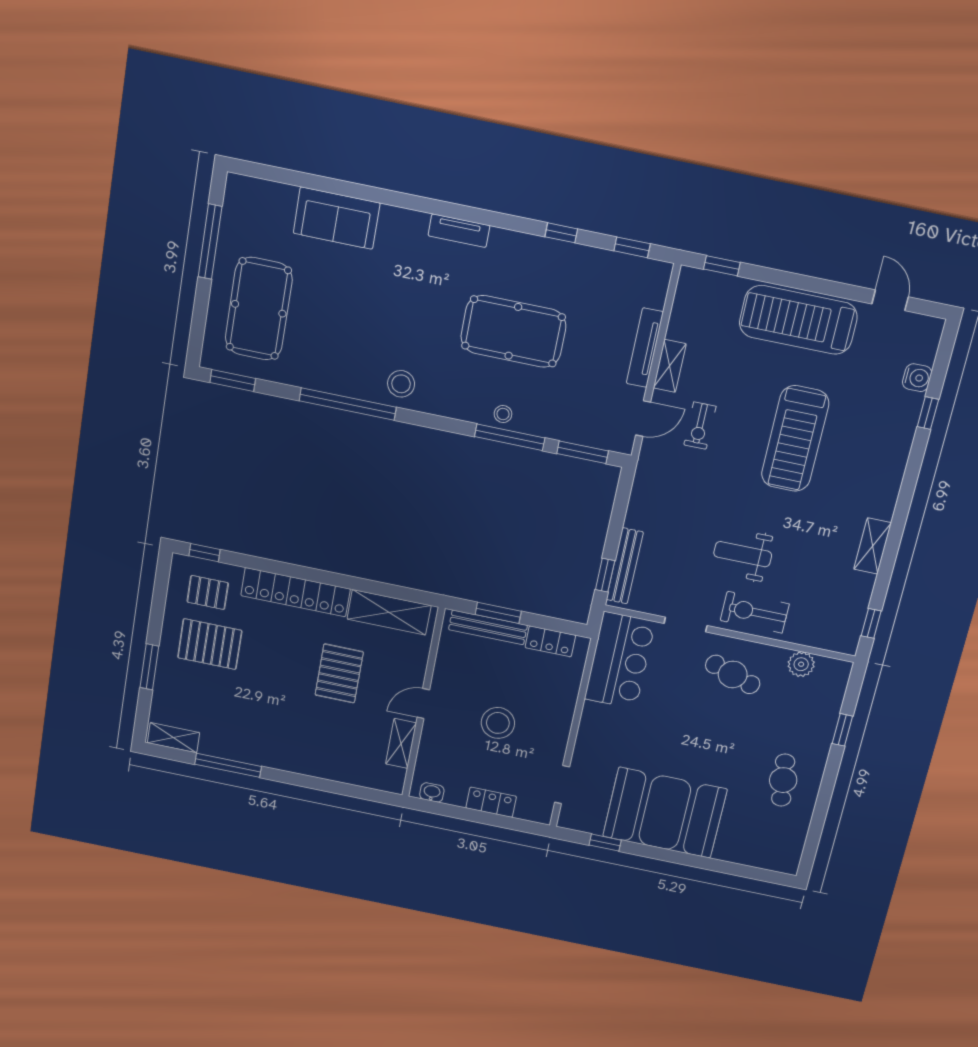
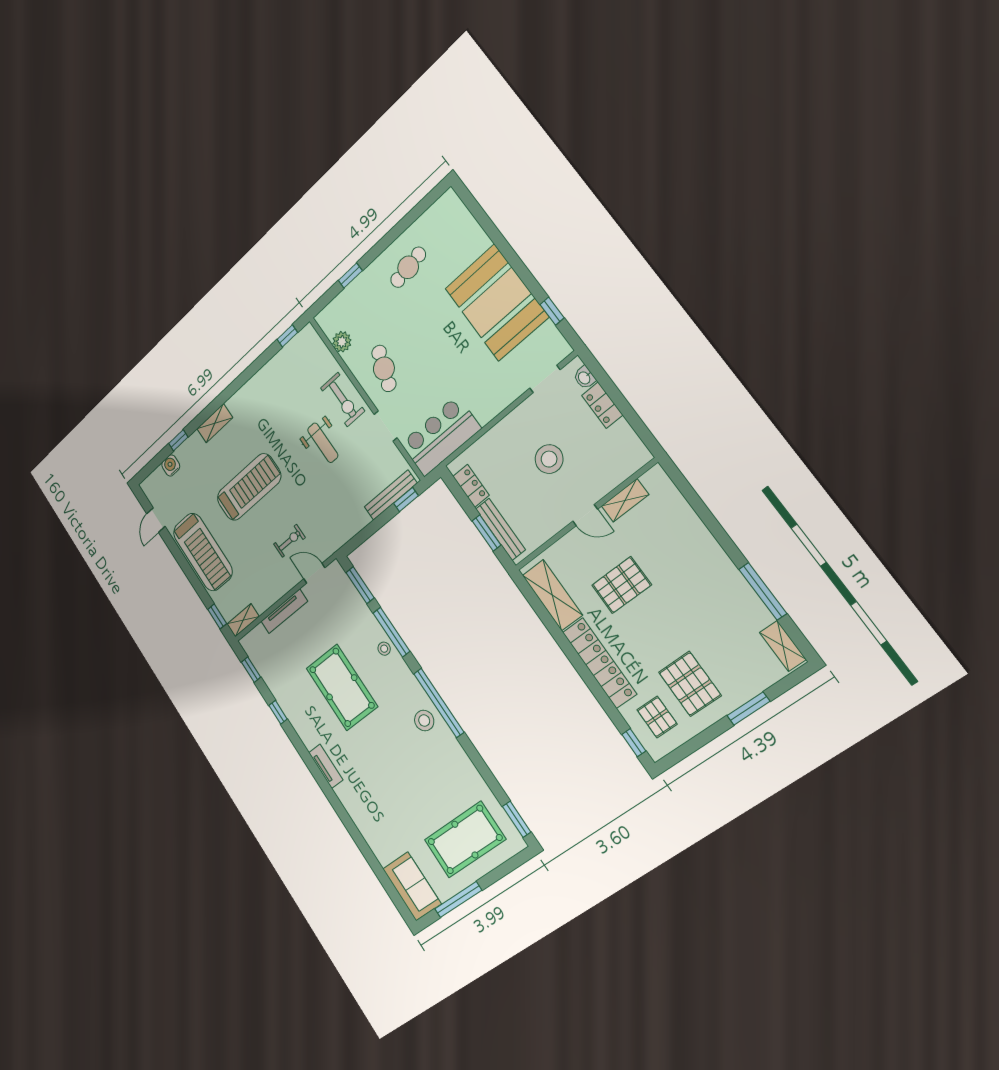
sofa: (337, 218) -> (412, 886), moved
shelving: (670, 366) -> (243, 620), moved
window: (348, 404) -> (439, 703), moved
shelving: (873, 546) -> (215, 423), moved
washbasin: (432, 792) -> (584, 378), moved

